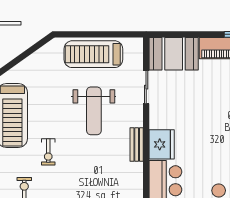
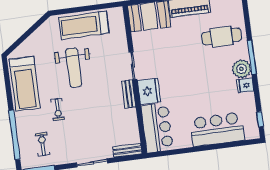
sliding door: (146, 87) -> (133, 66), moved
weight bench: (94, 111) -> (74, 68), moved

